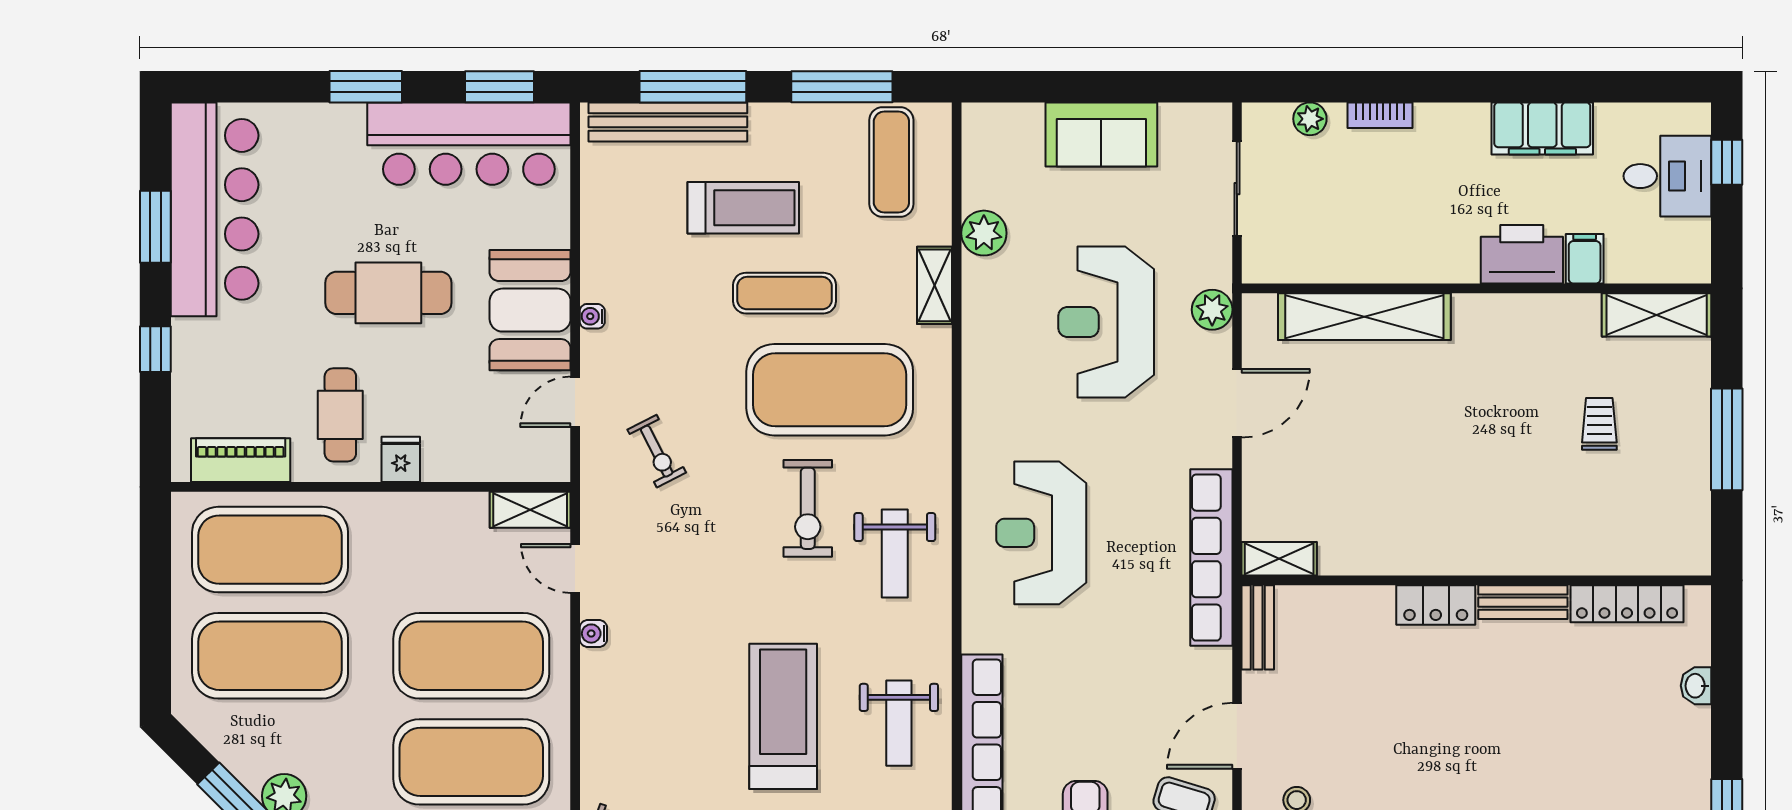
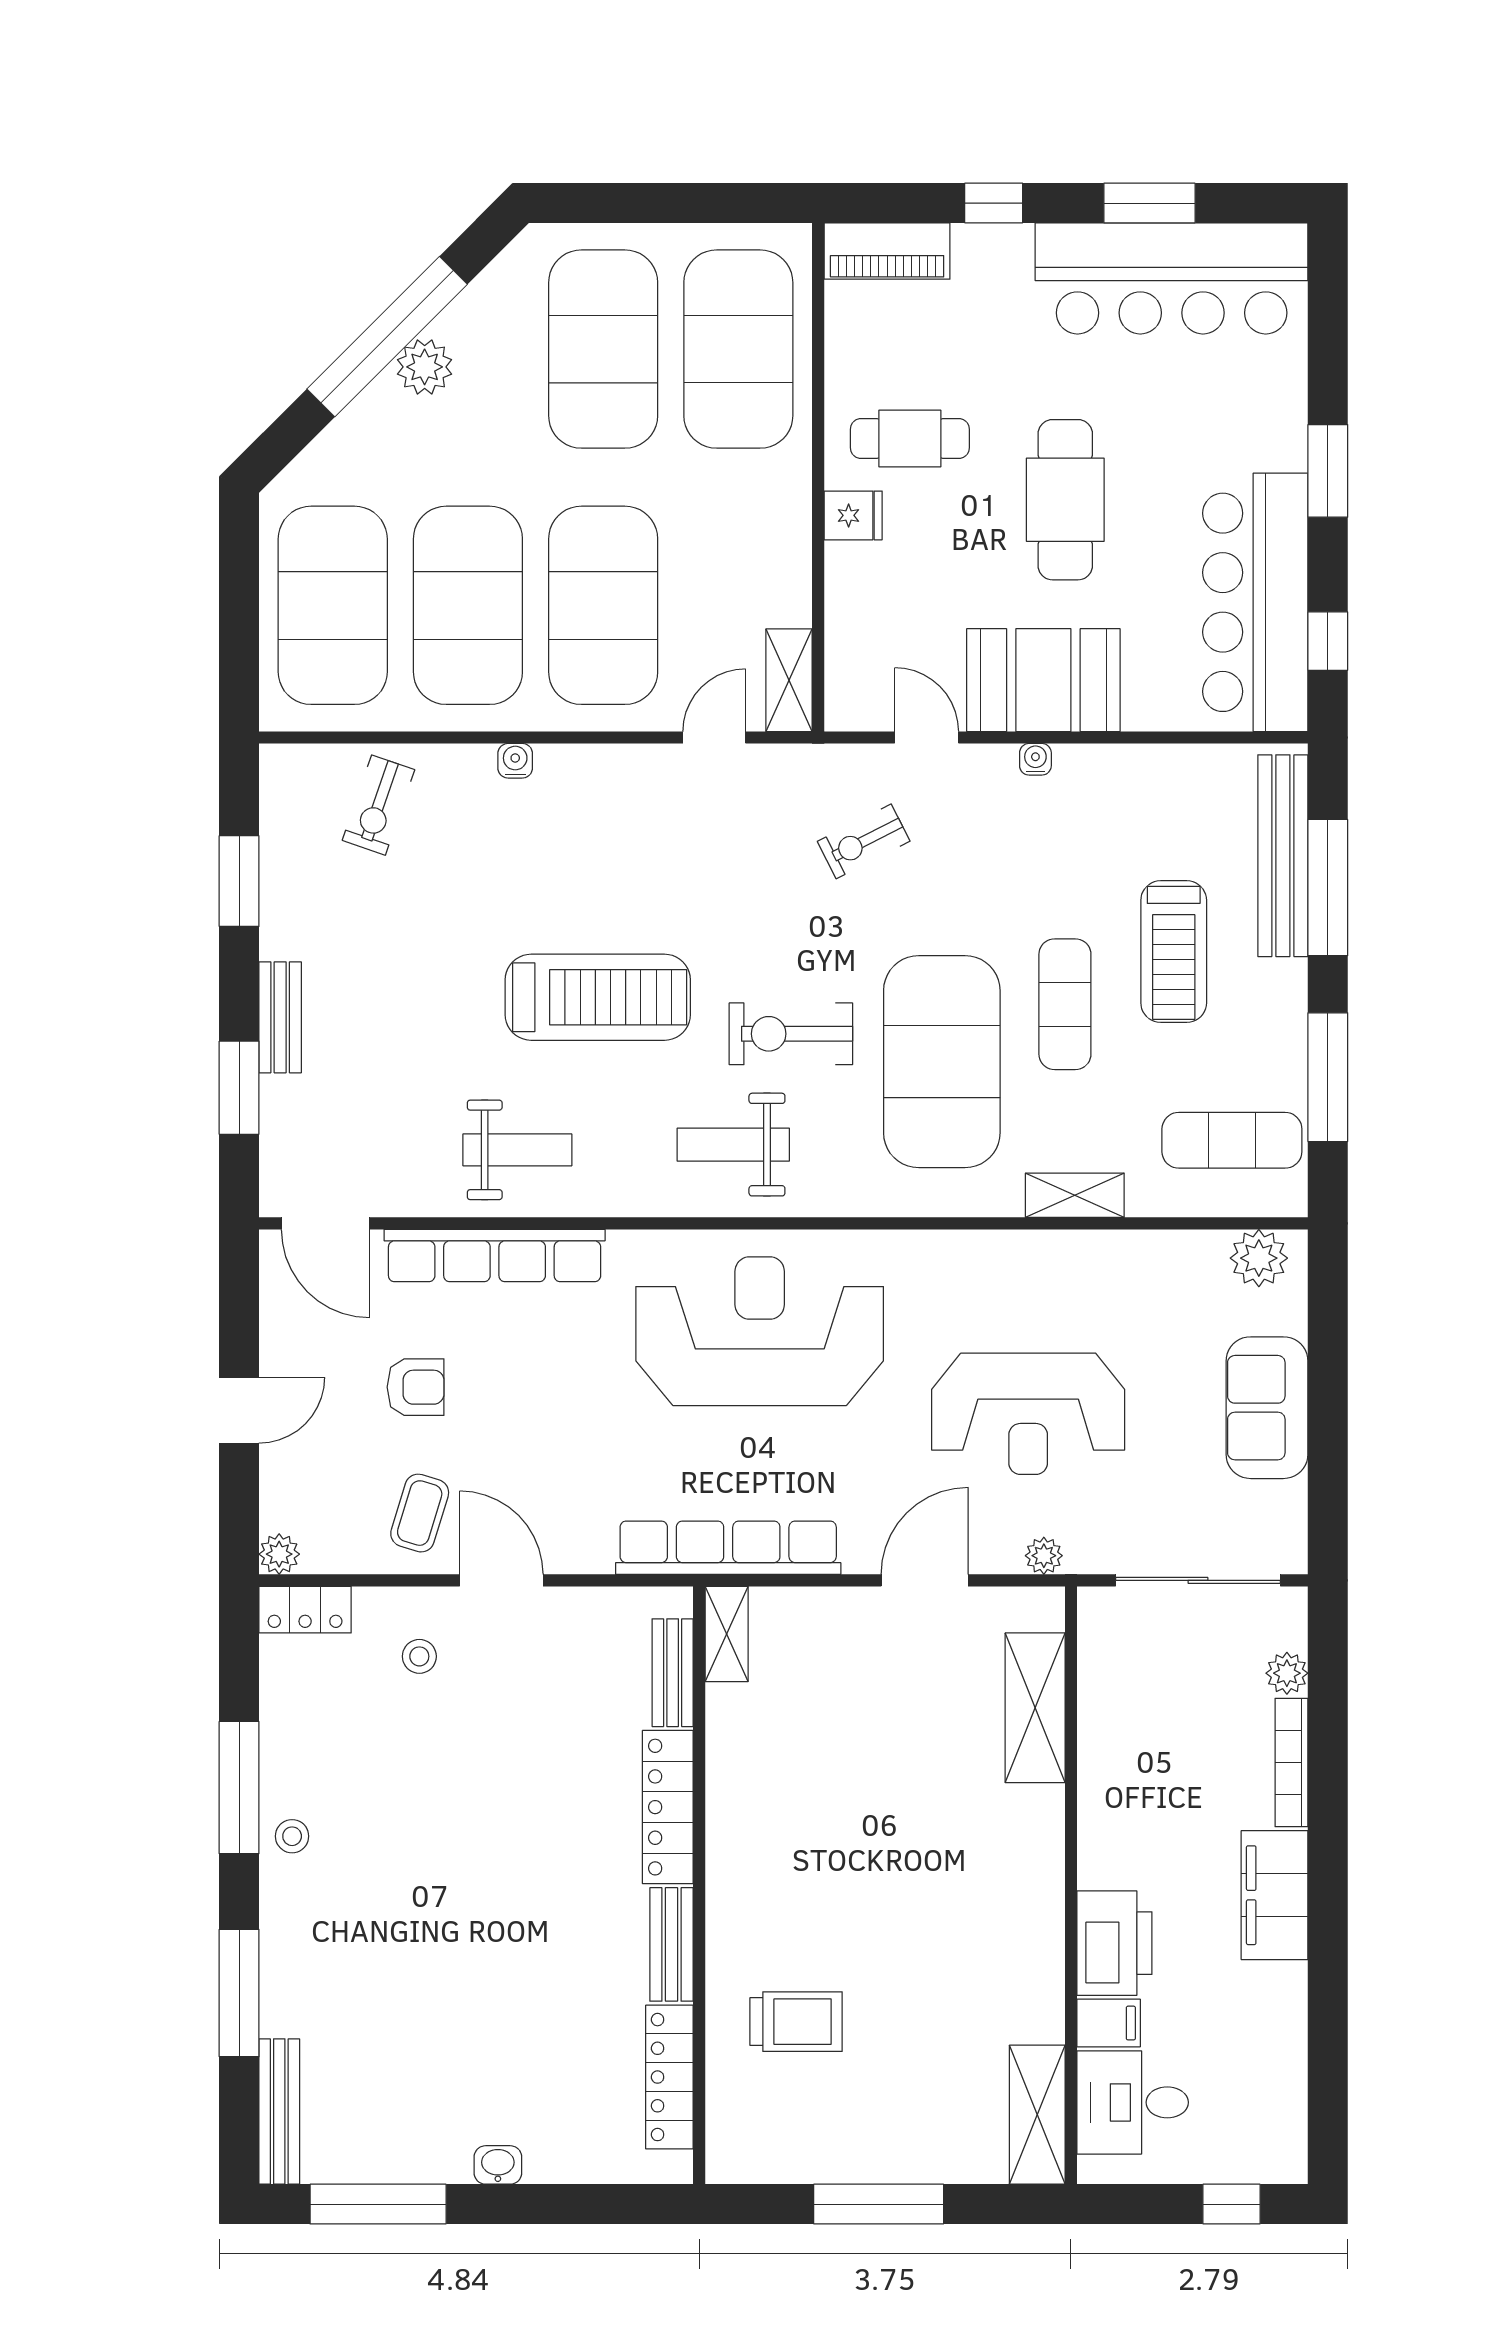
window: (499, 87) -> (1328, 641), width x0.67
bookcase: (1380, 115) -> (1292, 1763), width x1.56
filing cabinet: (1542, 129) -> (1275, 1895), moved
desk: (1667, 176) -> (1133, 2102), moved, turned 90
sliding door: (1237, 189) -> (1198, 1580), width x1.37
plant: (984, 233) -> (1259, 1258), moved
plant: (1212, 310) -> (1044, 1556), width x0.73, depth x0.73
shelving: (1364, 317) -> (1035, 1708), width x0.68
reception desk: (1106, 322) -> (1028, 1414), turned 180
door: (1237, 403) -> (925, 1580), swing flipped
trolley: (1599, 424) -> (796, 2022), moved, width x1.36, depth x1.39
piano: (241, 460) -> (887, 251), moved, turned 90
reception desk: (1041, 533) -> (760, 1331), width x1.36, depth x1.30
locker: (1436, 605) -> (668, 1807), width x1.53
bench: (1258, 627) -> (673, 1673), moved, turned 90
water cooler: (593, 634) -> (515, 761), moved
washbasin: (1696, 686) -> (498, 2165), moved
treadmill: (783, 716) -> (598, 997), moved
weight bench: (899, 723) -> (517, 1150), turned 180

